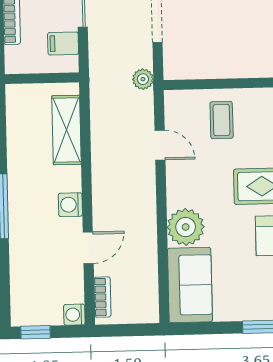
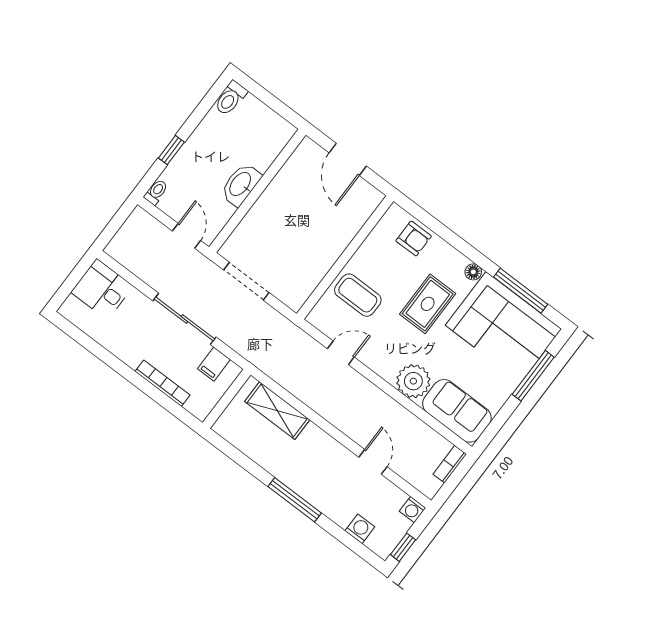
plant: (143, 79) -> (284, 328), removed
coffee table: (222, 120) -> (358, 295), width x1.36, depth x1.30
washing machine: (70, 205) -> (360, 529), moved, turned 180
bookcase: (102, 297) -> (450, 464), moved, turned -90

